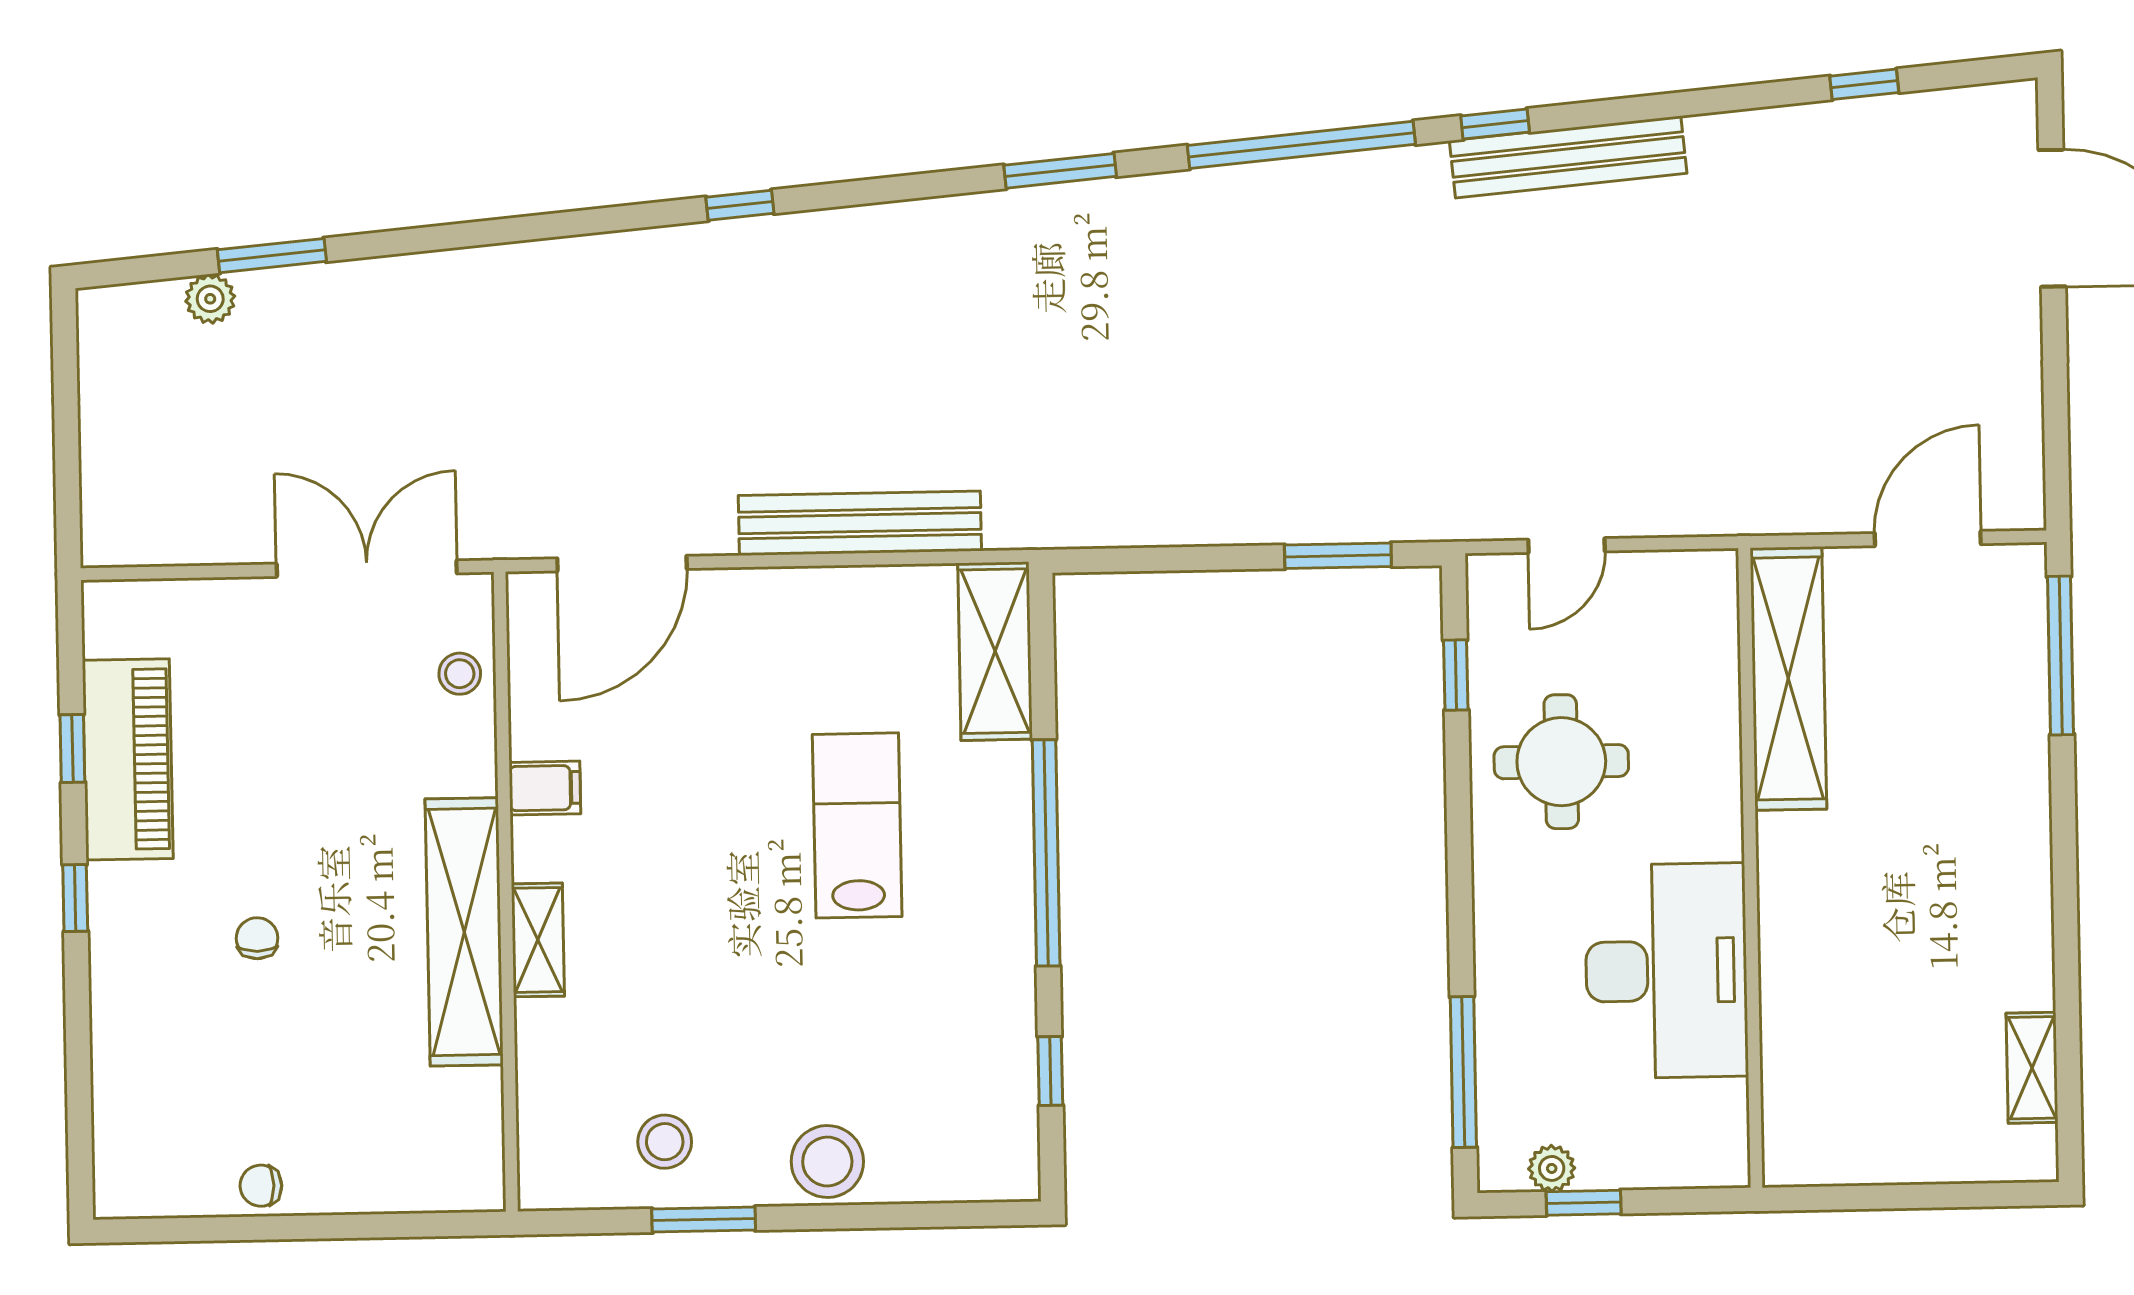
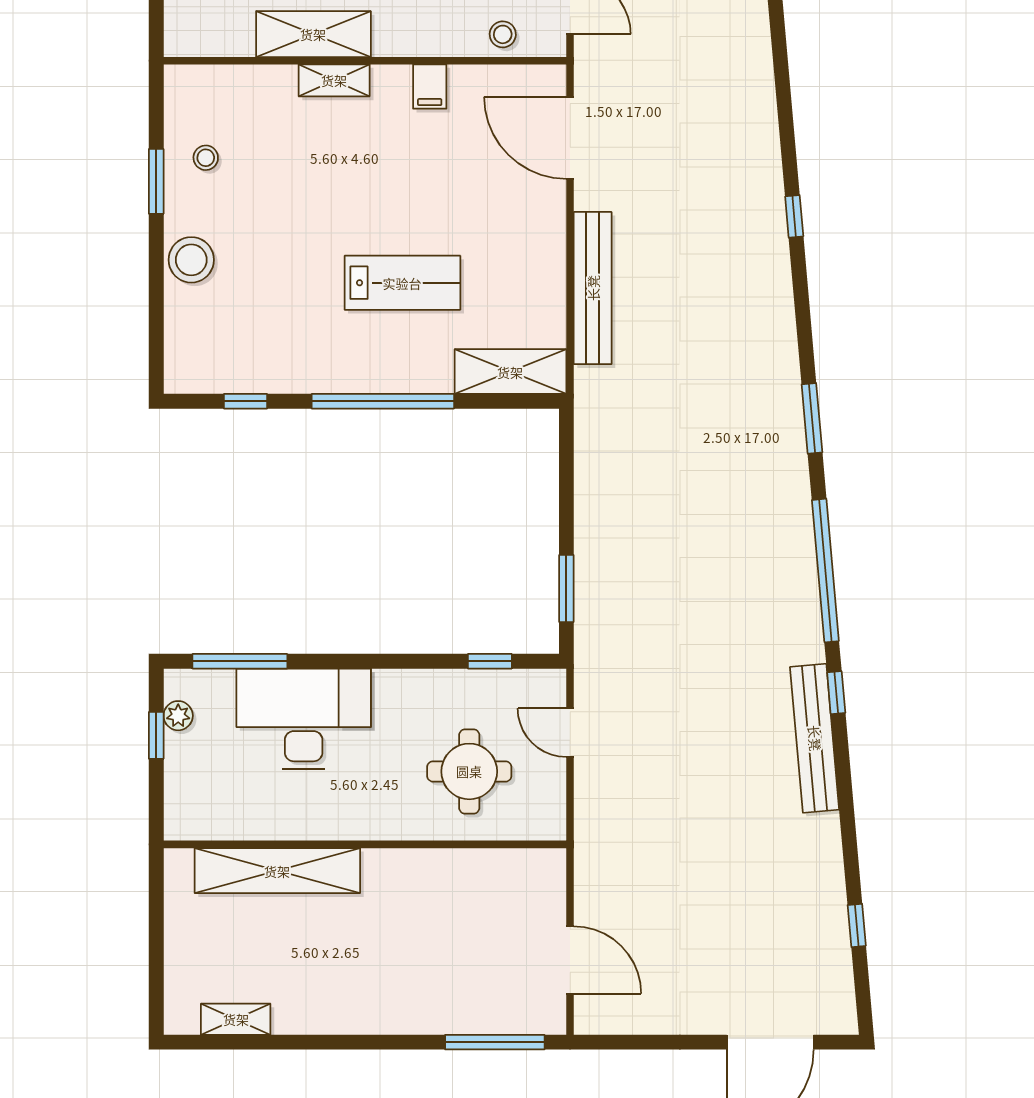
shelving: (1788, 678) -> (277, 871), moved
round table: (1561, 762) -> (469, 771), moved
shelving: (464, 932) -> (313, 34), width x0.68
desk: (1666, 971) -> (304, 719), moved, turned 180
stool: (665, 1142) -> (206, 158), width x0.73, depth x0.73

